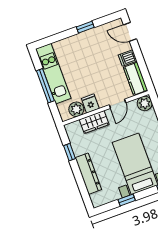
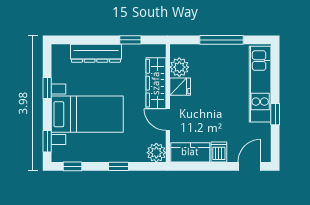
kitchen unit: (53, 74) -> (260, 84), moved, turned 90
wardrobe: (94, 122) -> (156, 83), width x1.50

